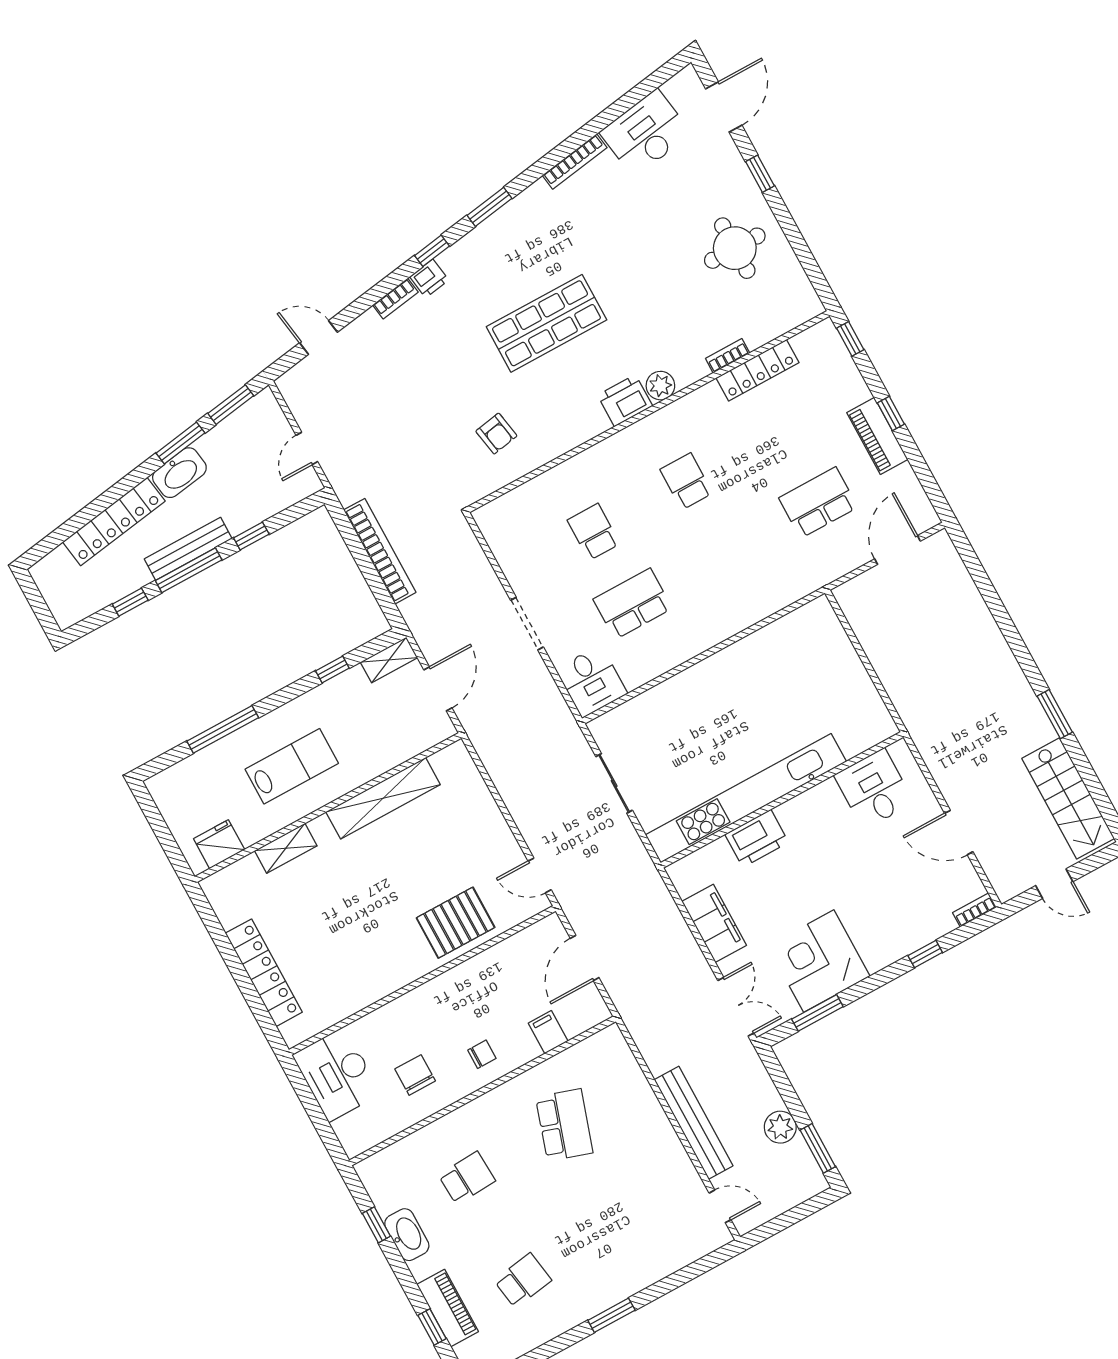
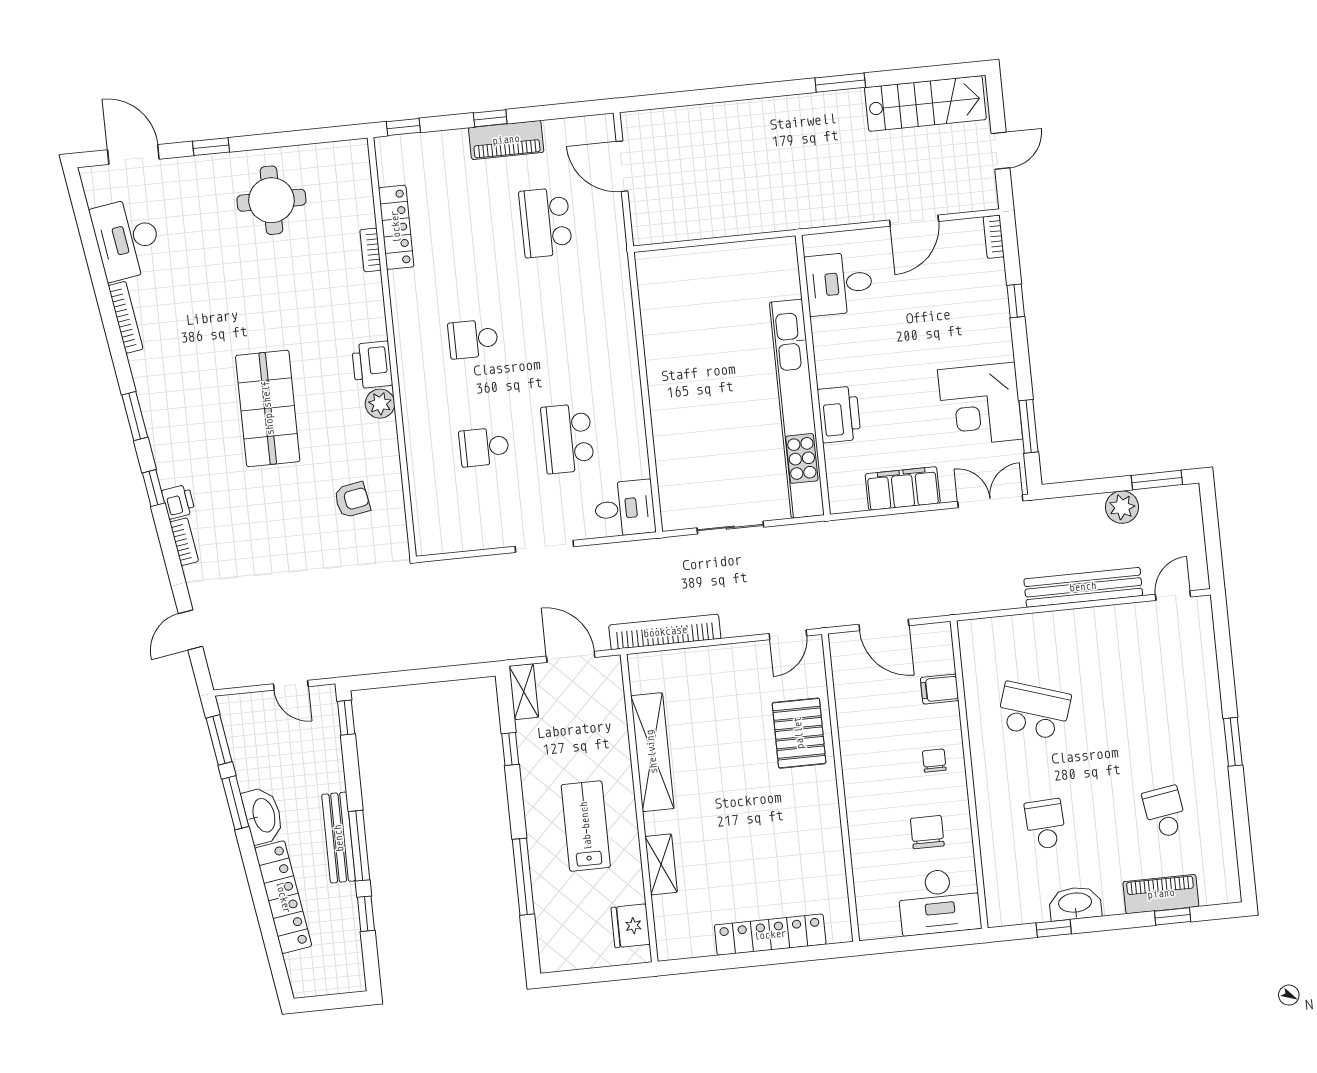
plant: (660, 386) -> (380, 404), moved
window: (251, 536) -> (346, 718), moved
bookcase: (380, 551) -> (665, 632), moved
desk: (337, 1074) -> (939, 902), moved
chair: (415, 1075) -> (927, 832), turned 90

